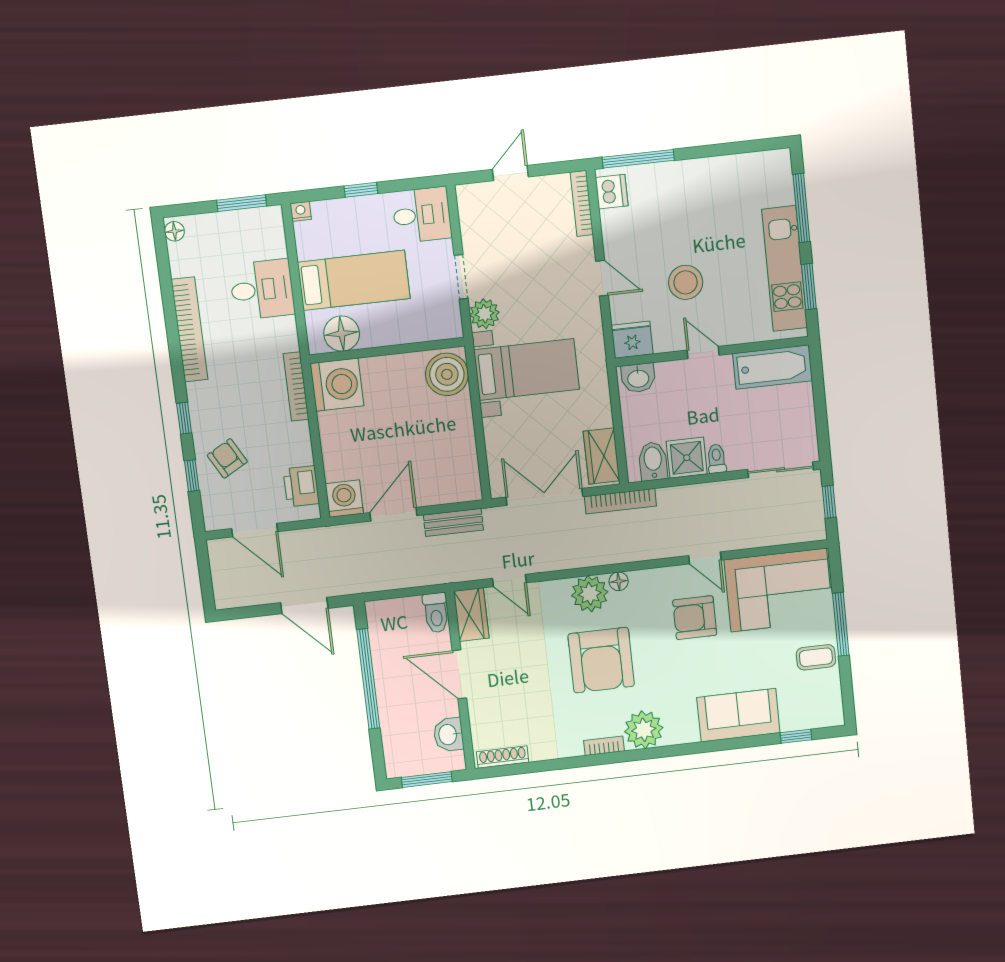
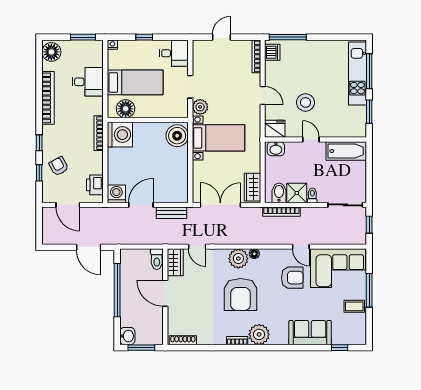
floor lamp: (174, 231) -> (51, 52), width x1.89, depth x1.89
kitchen unit: (785, 269) -> (357, 74), moved
bookcase: (620, 501) -> (281, 212), moved
armchair: (695, 618) -> (292, 278), turned 180
washbasin: (448, 735) -> (127, 336), moved, turned 180

